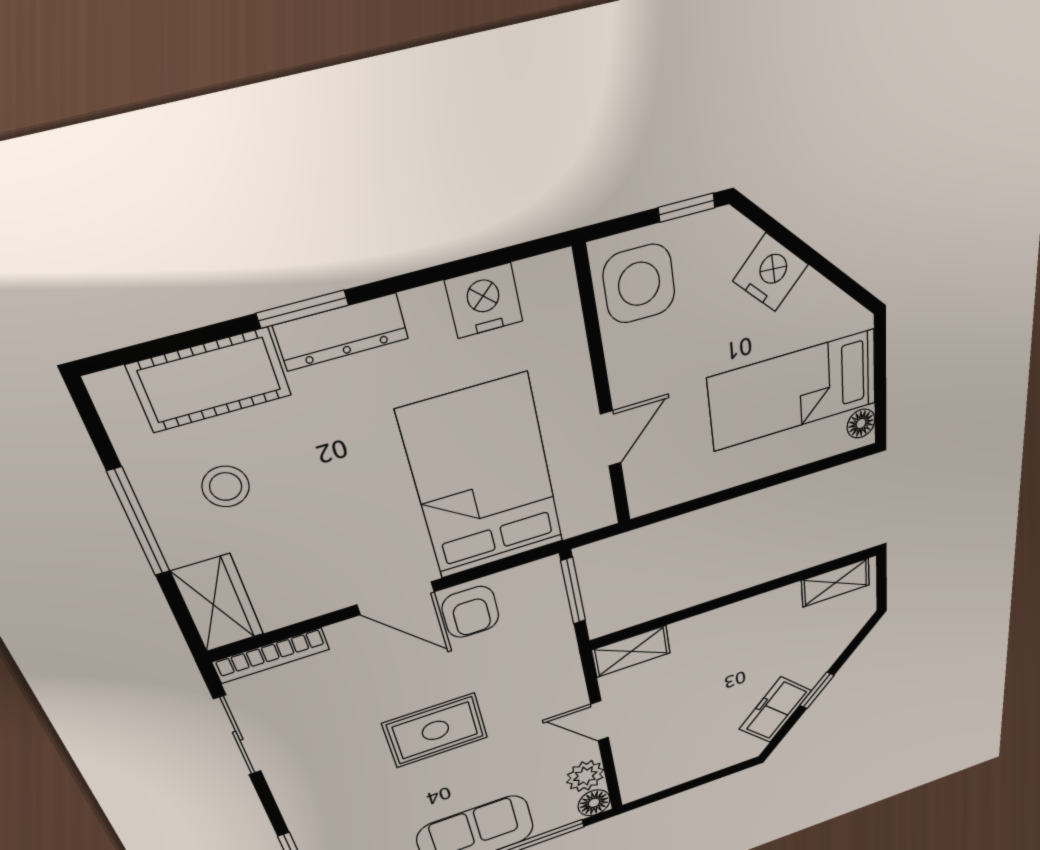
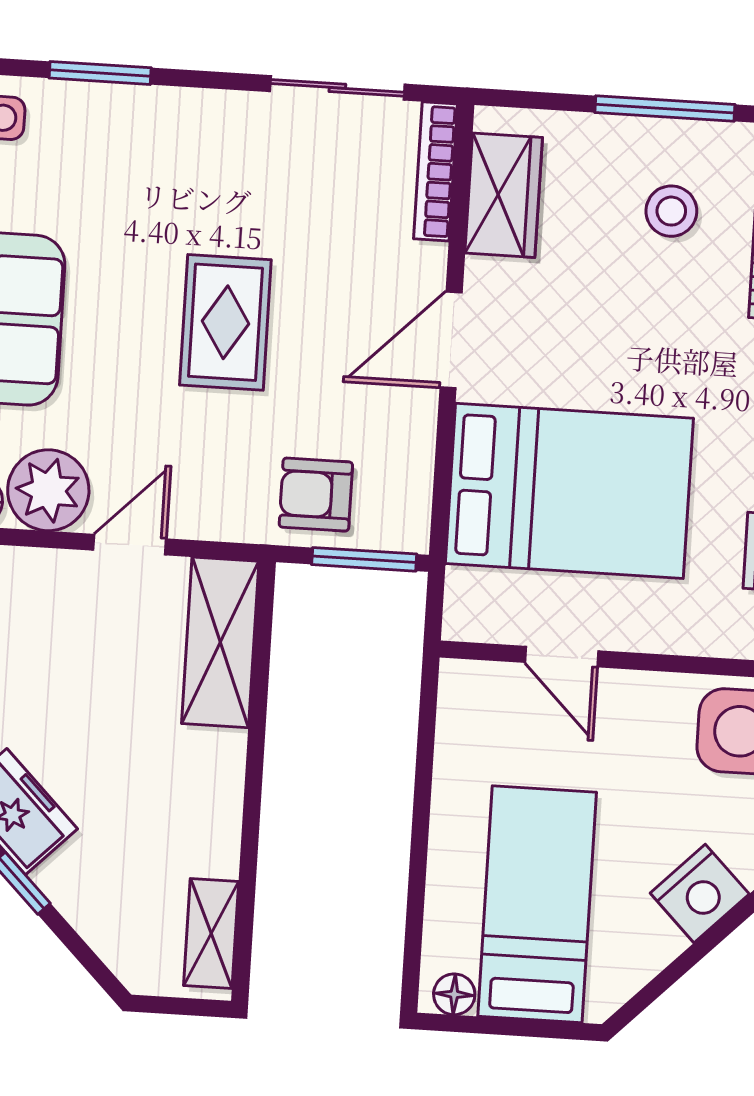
wardrobe: (218, 603) -> (504, 195), moved, turned -90
armchair: (471, 612) -> (316, 495), moved
shelving: (631, 651) -> (220, 642), width x1.50, depth x1.33
plant: (585, 776) -> (48, 490), width x1.36, depth x1.36

